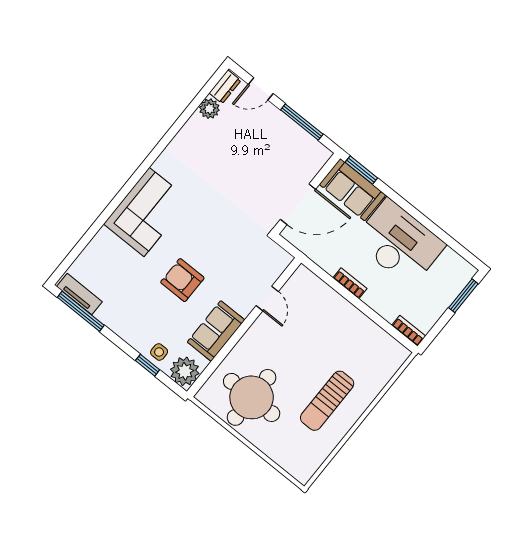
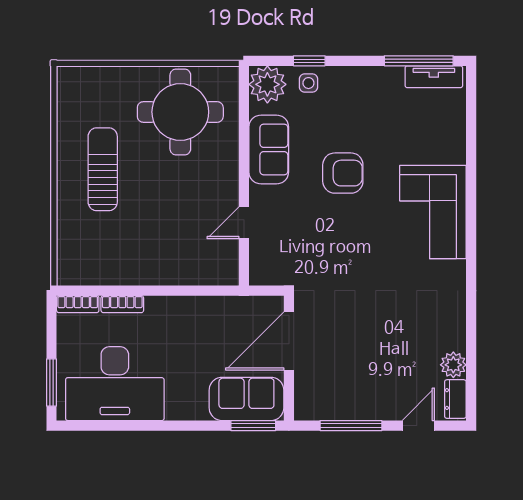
desk: (399, 243) -> (115, 384), moved
bookcase: (350, 283) -> (122, 304), moved
door: (267, 298) -> (244, 223), hinge flipped

